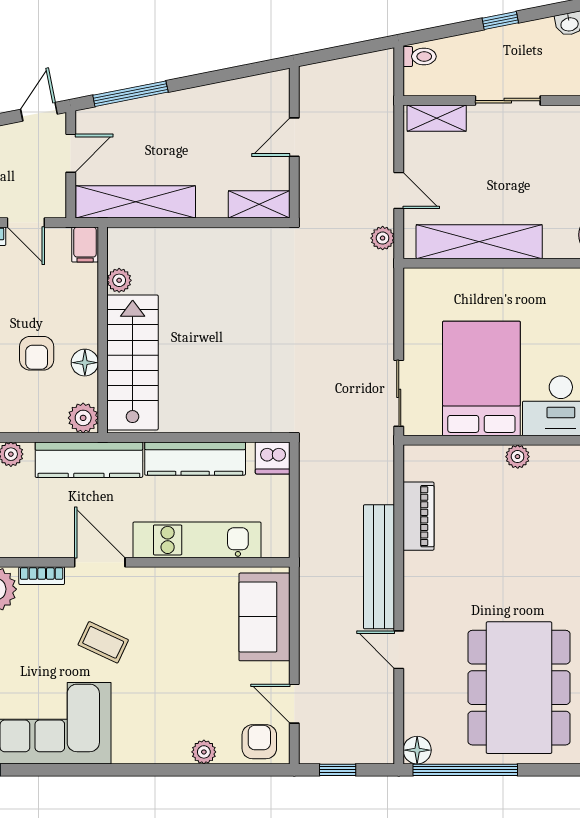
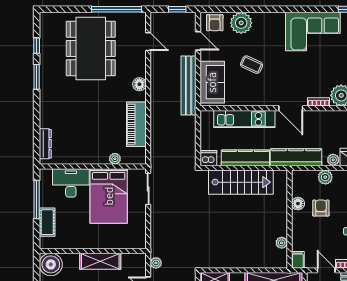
shelving: (479, 242) -> (100, 261), width x0.68
stairs: (133, 362) -> (241, 182), moved, turned -90
plant: (83, 418) -> (325, 177), moved
plant: (518, 457) -> (115, 159), moved
piano: (418, 516) -> (136, 124), width x1.37, depth x1.33
bench: (379, 567) -> (189, 86), moved
coffee table: (103, 642) -> (252, 65), moved
door: (399, 650) -> (148, 42), moved
floor lamp: (417, 750) -> (139, 84), moved
plant: (204, 752) -> (241, 23), width x1.88, depth x1.88

